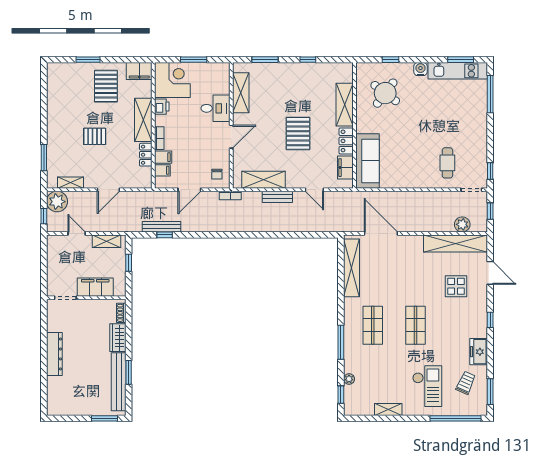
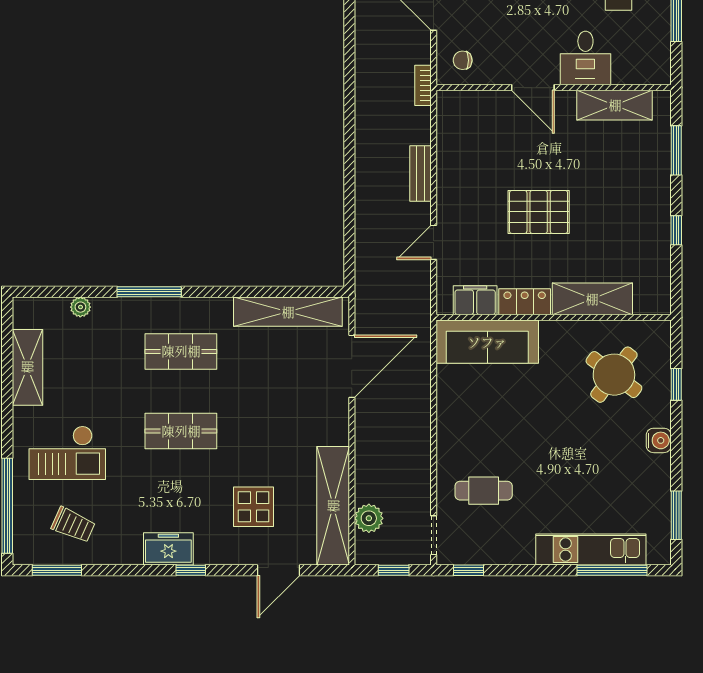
kitchen unit: (458, 71) -> (591, 550), moved, turned 90
shelving: (263, 180) -> (452, 147), removed
freezer: (479, 352) -> (168, 549), moved
window: (341, 395) -> (51, 292), removed
shelving: (388, 409) -> (27, 367), width x1.50, depth x1.33

